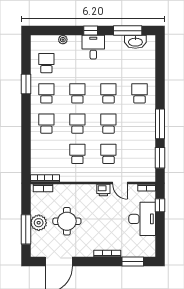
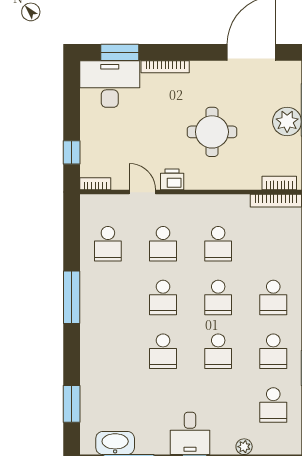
school desk: (140, 93) -> (108, 244), moved
window: (160, 158) -> (72, 404), moved
desk: (142, 219) -> (110, 84), moved, turned 90
round table: (67, 221) -> (212, 132), moved

